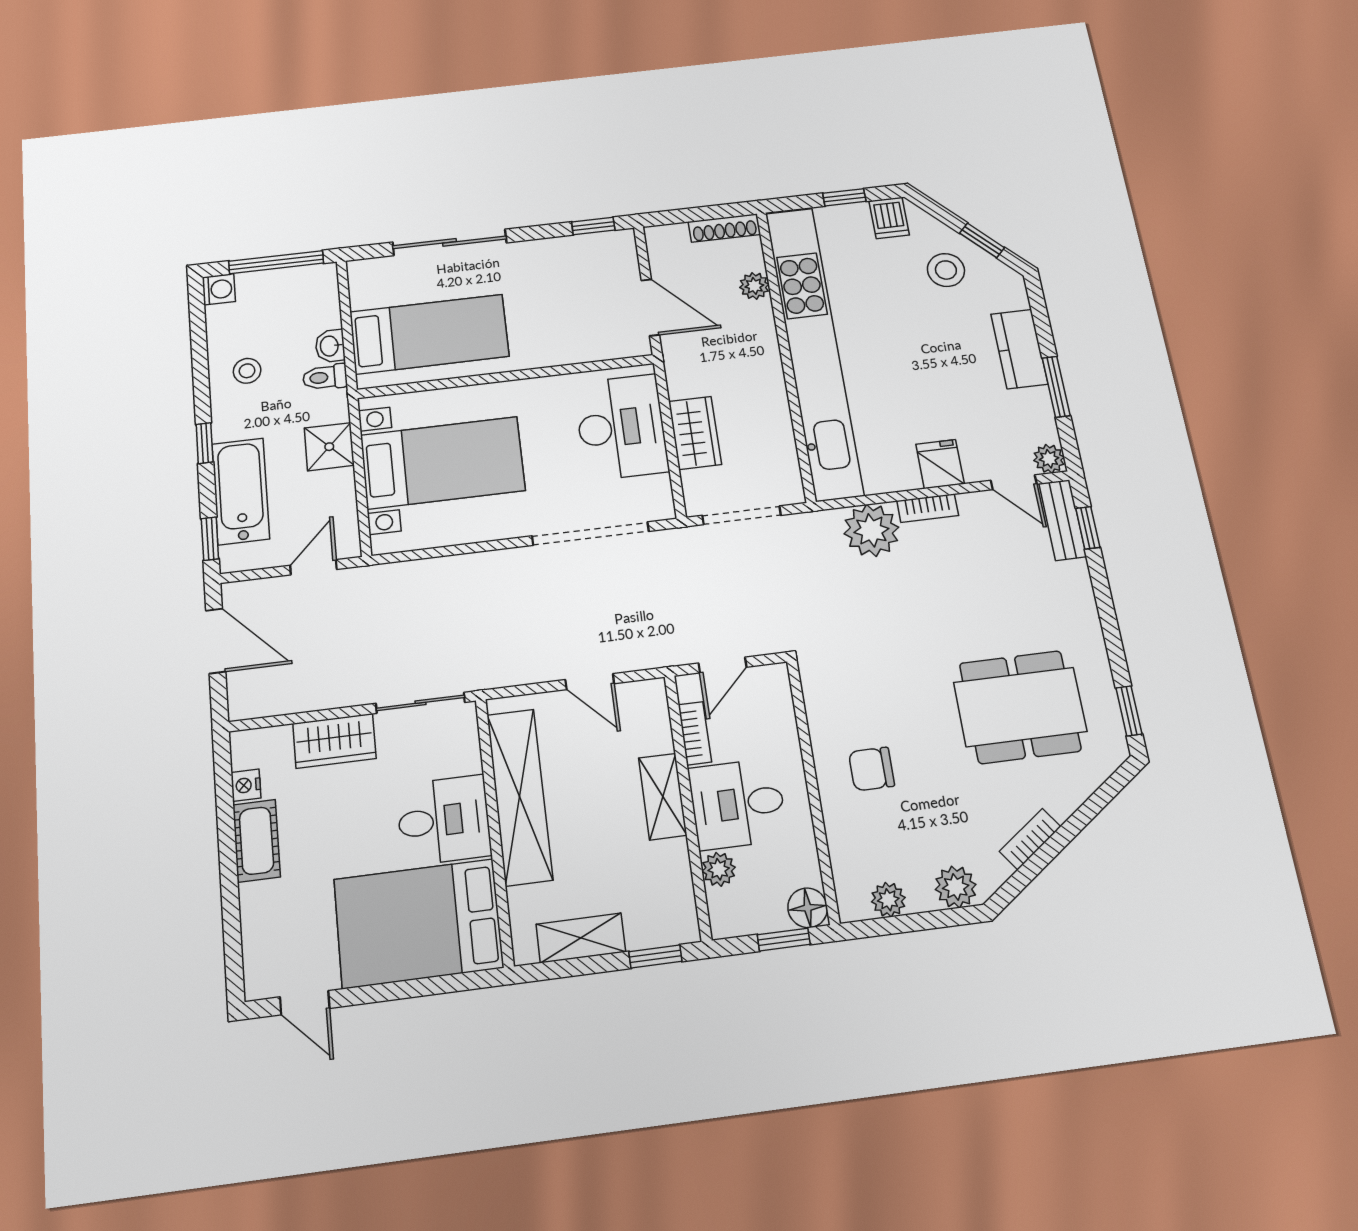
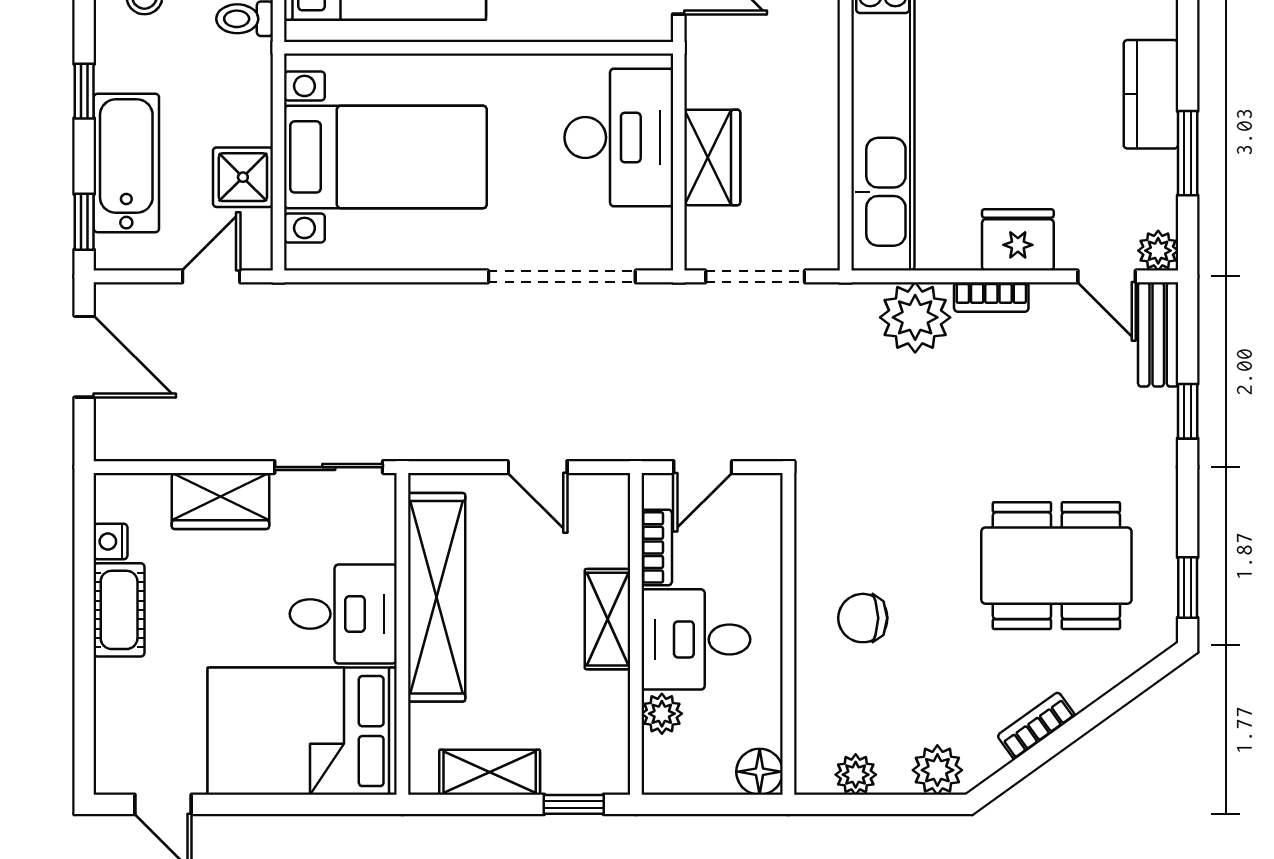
shower: (329, 447) -> (243, 177), moved
fridge: (940, 464) -> (1018, 240), width x1.38
window: (1088, 528) -> (1188, 411), moved
window: (784, 940) -> (726, 804), removed

